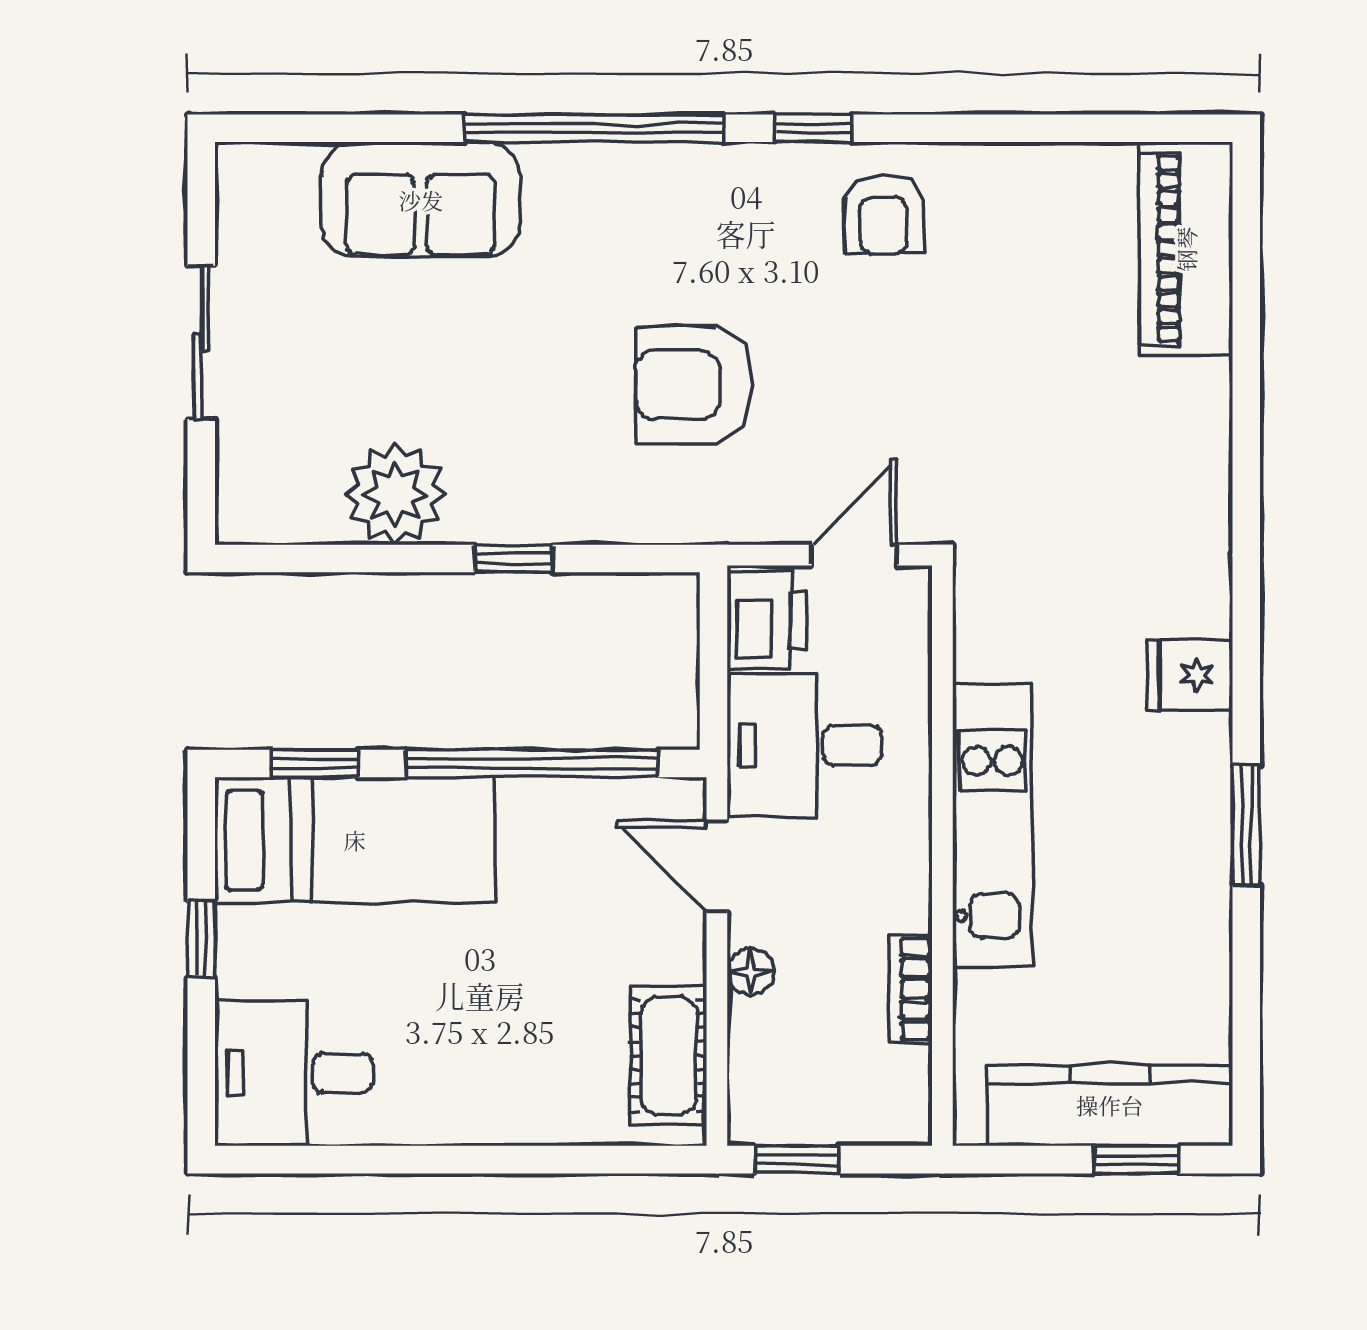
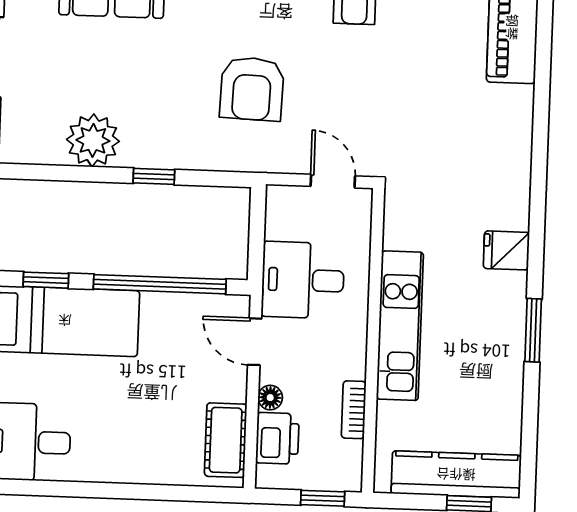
armchair: (694, 385) -> (252, 89), turned -88
door: (854, 555) -> (333, 181), hinge flipped
printer: (767, 620) -> (277, 438), moved
window: (797, 1160) -> (323, 498), moved

